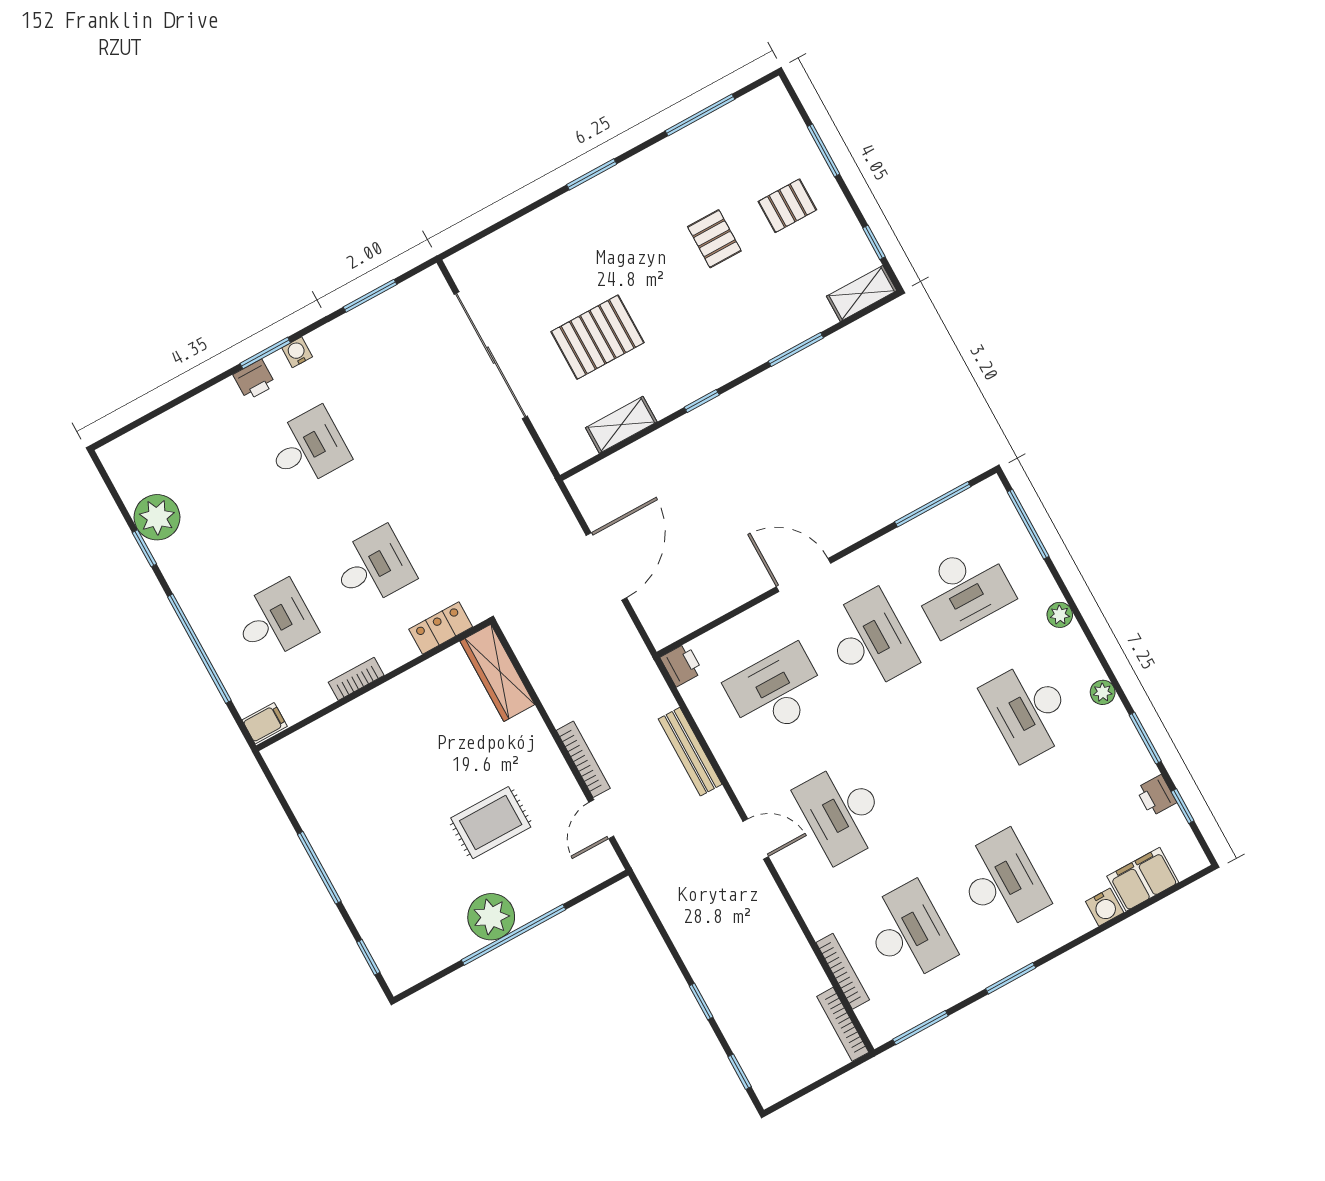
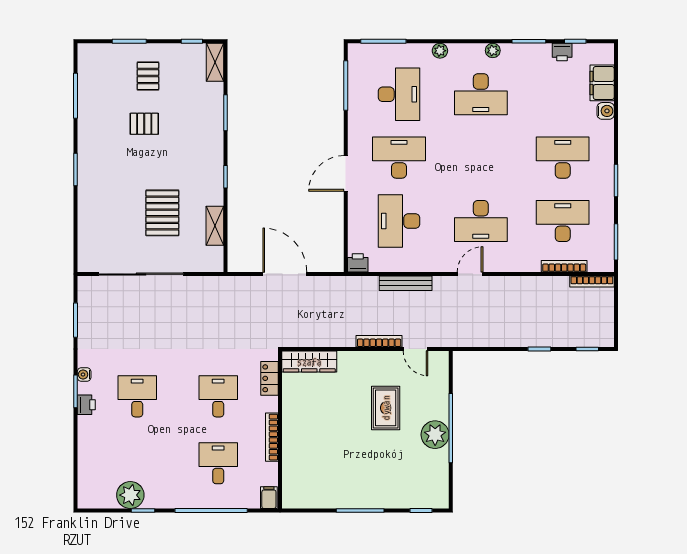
bookcase: (356, 679) -> (272, 437), width x1.56

